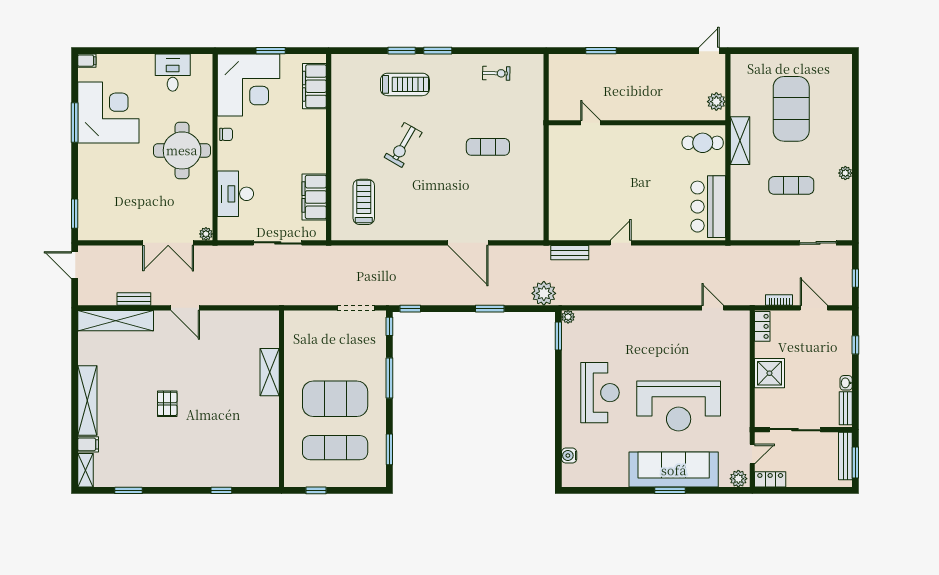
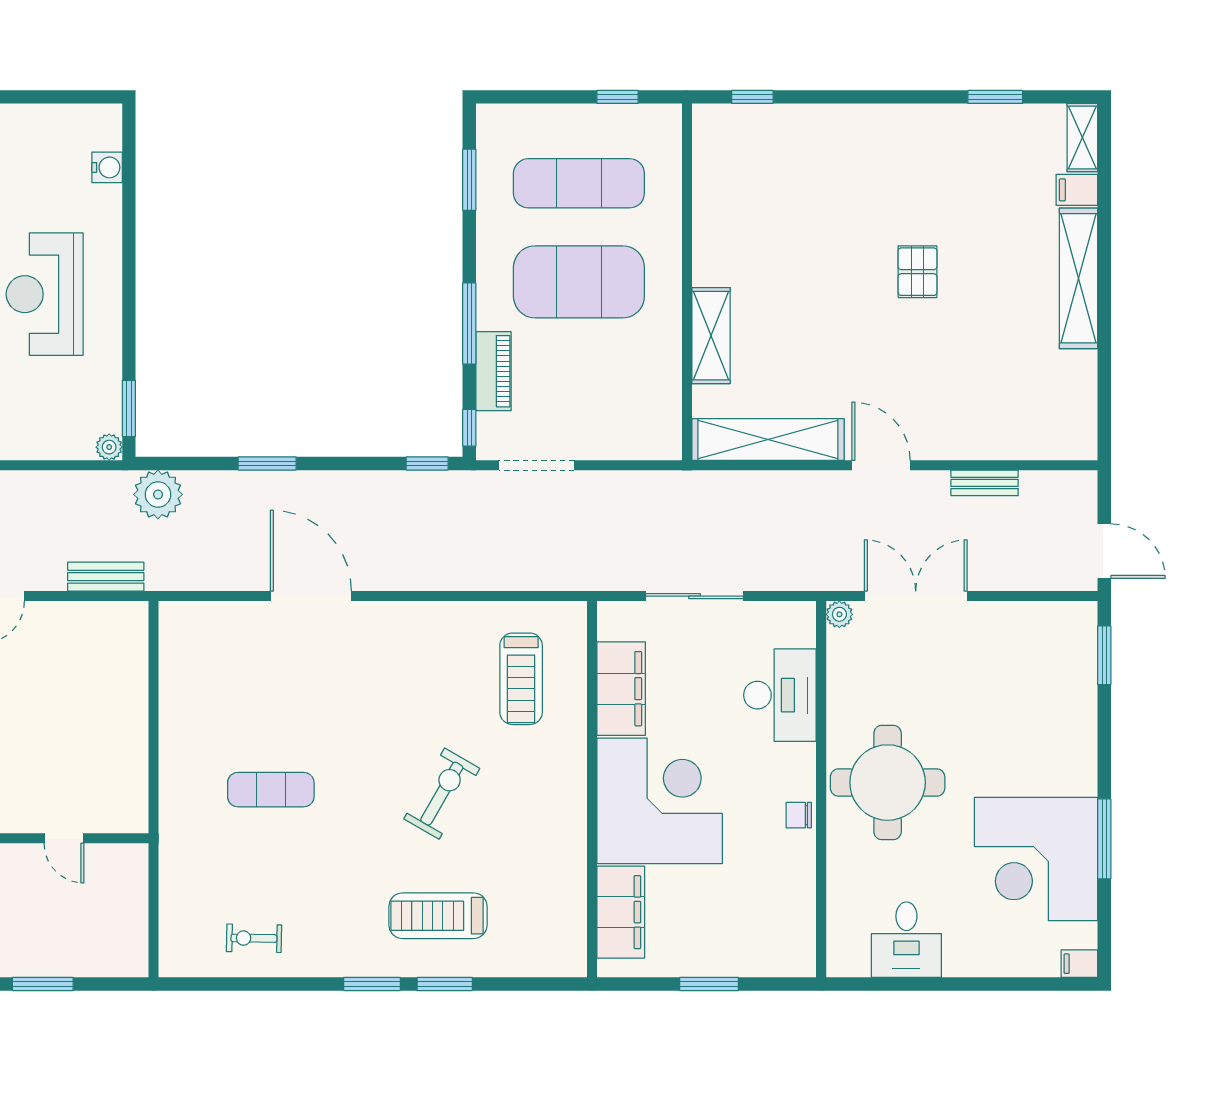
corner desk: (249, 85) -> (660, 801), moved, turned 90
shelving: (116, 321) -> (768, 439), moved
piano: (377, 354) -> (494, 371), added
window: (221, 490) -> (752, 97), moved

